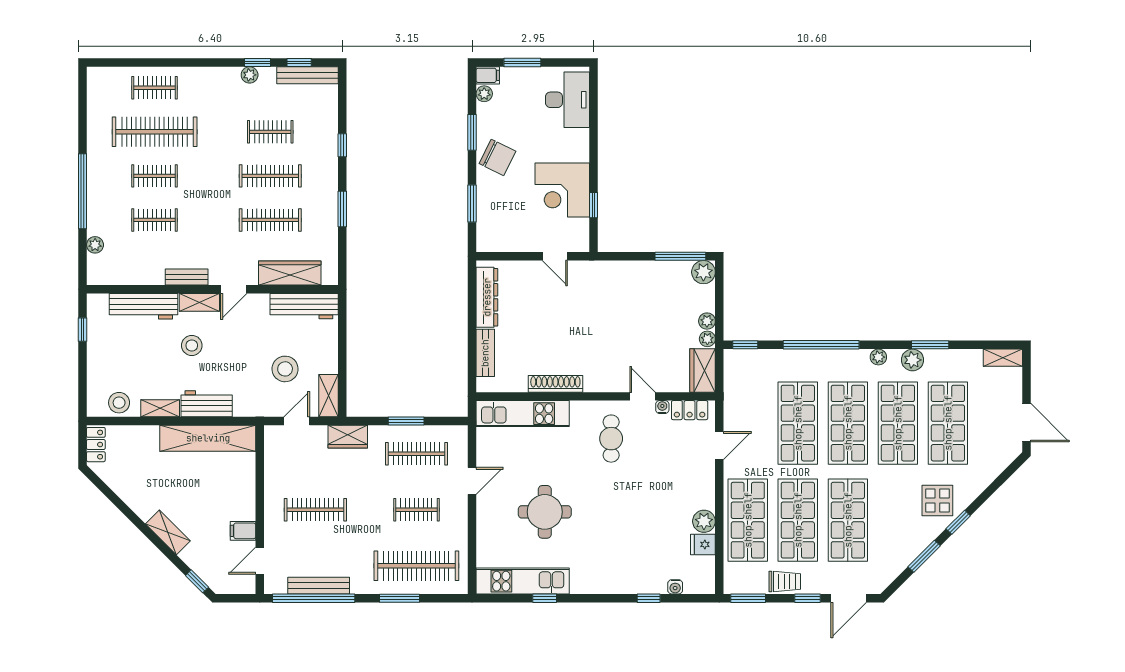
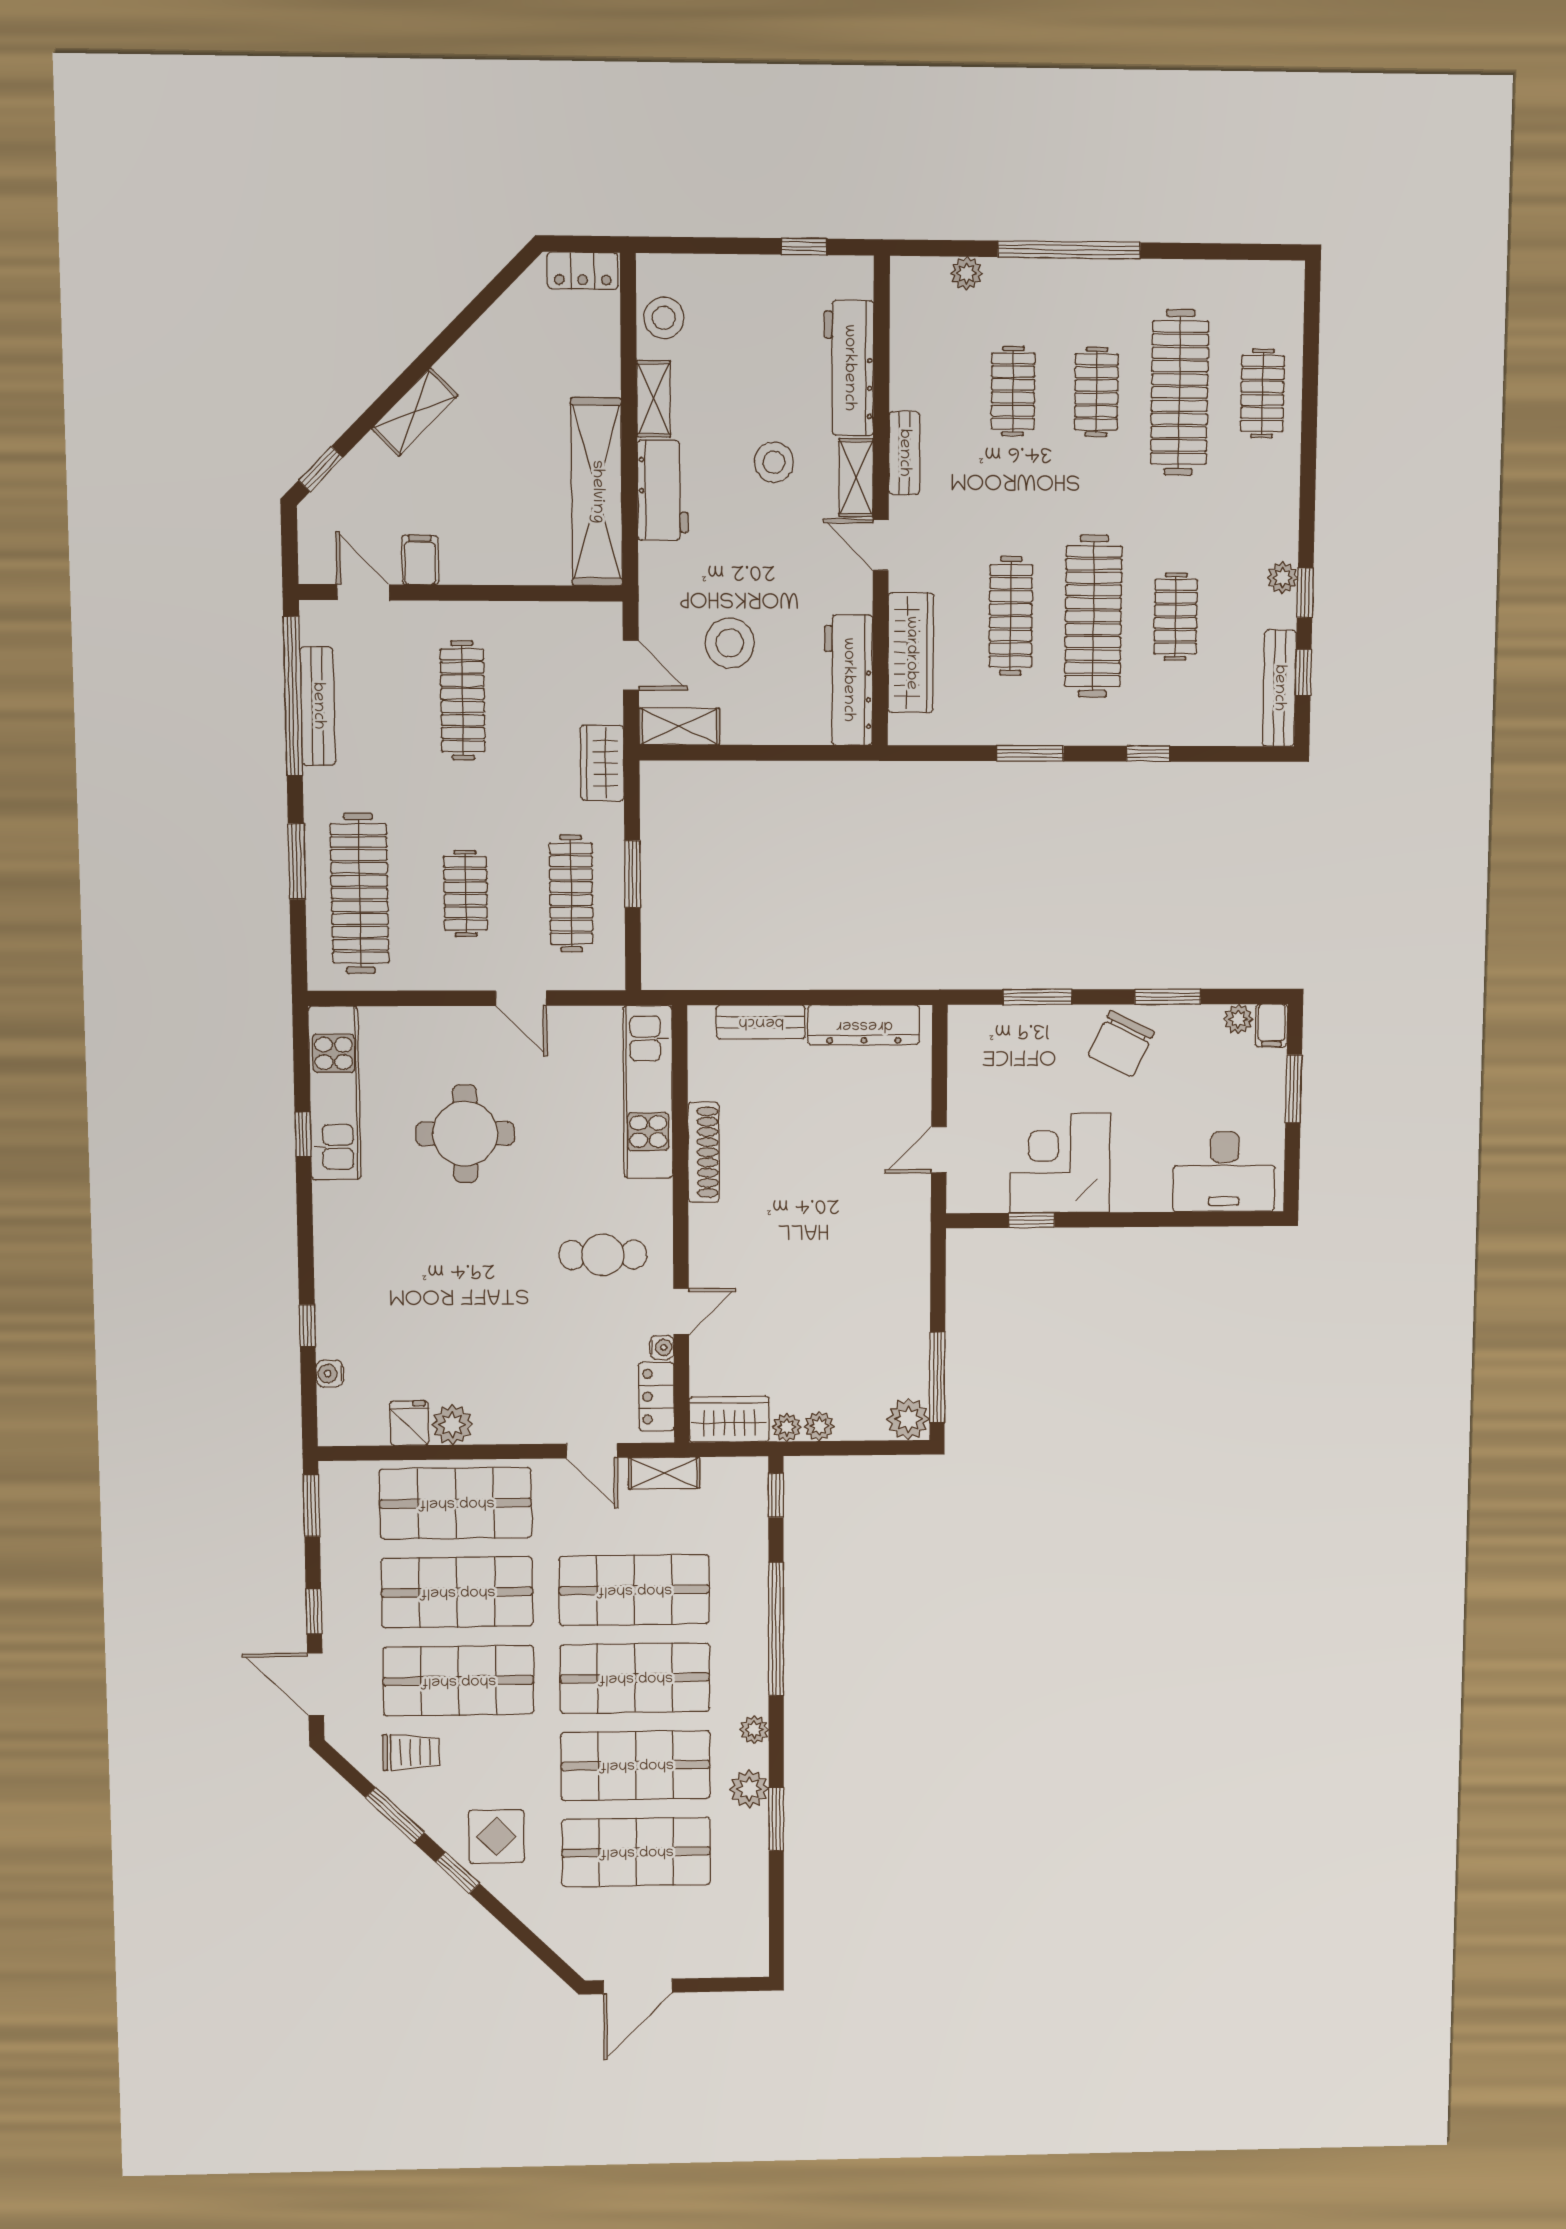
clothes rail: (270, 176) -> (1093, 616), width x1.37, depth x1.31
shelving: (1003, 358) -> (664, 1473), moved, turned 90
trolley: (785, 582) -> (411, 1752), moved, turned -90

